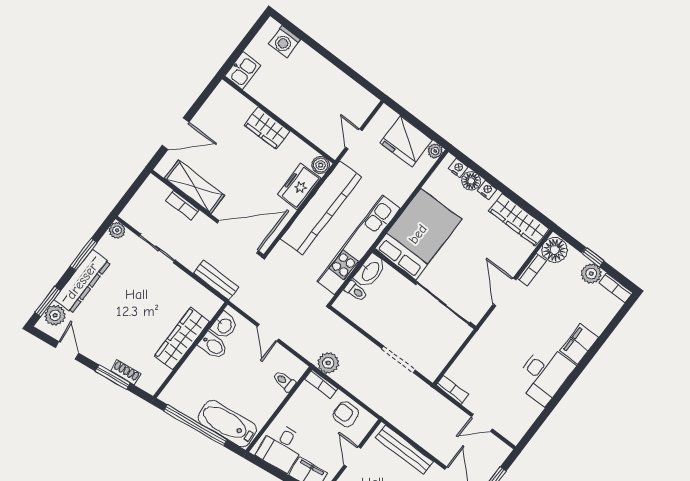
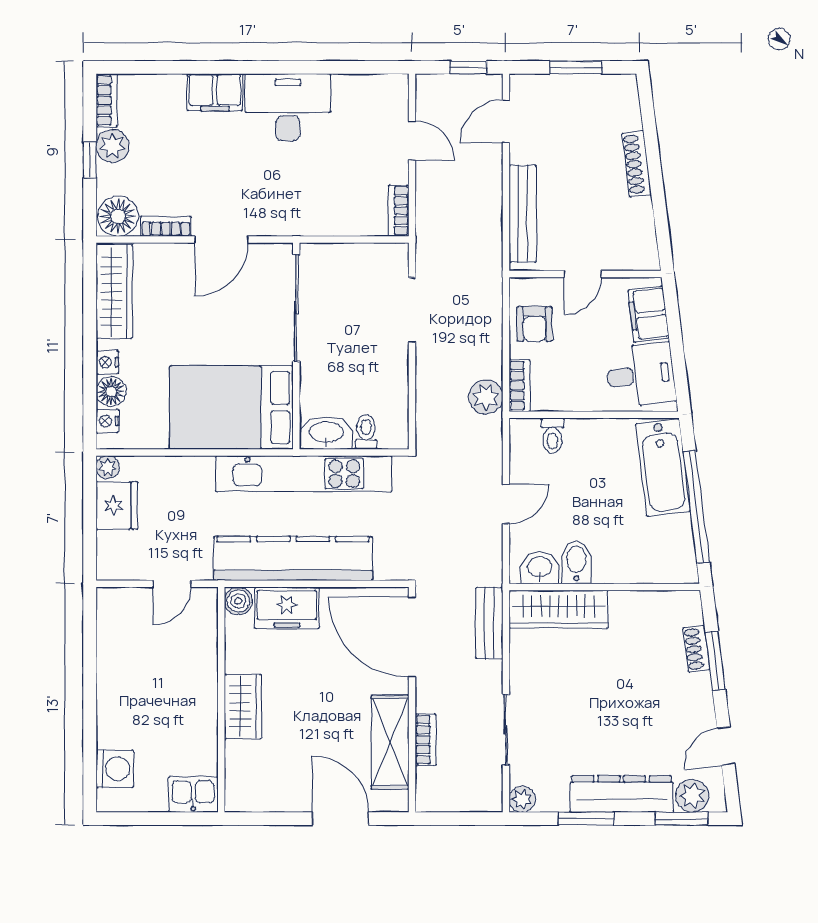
fridge: (406, 141) -> (117, 506), width x0.73, depth x0.75
wardrobe: (182, 339) -> (559, 609), moved

